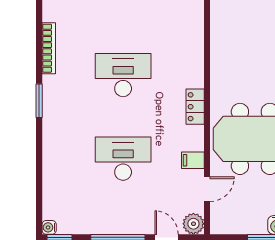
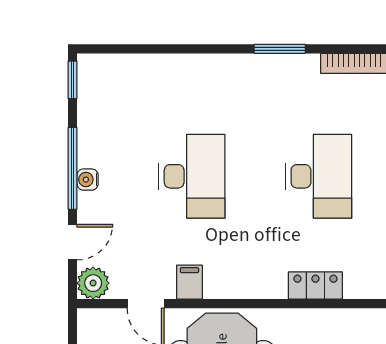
locker: (195, 107) -> (315, 286), moved
water cooler: (49, 227) -> (88, 180), moved, turned -90

